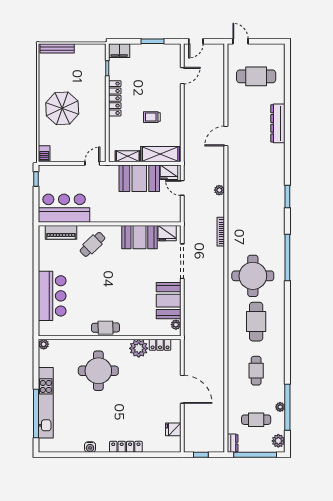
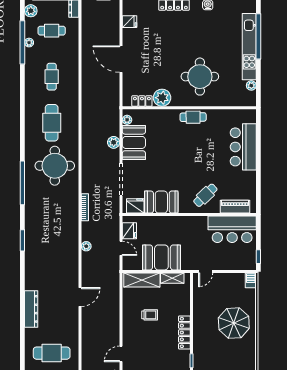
fridge: (169, 172) -> (129, 231), moved, turned 90
plant: (190, 301) -> (114, 142), added
plant: (44, 344) -> (251, 85), moved

